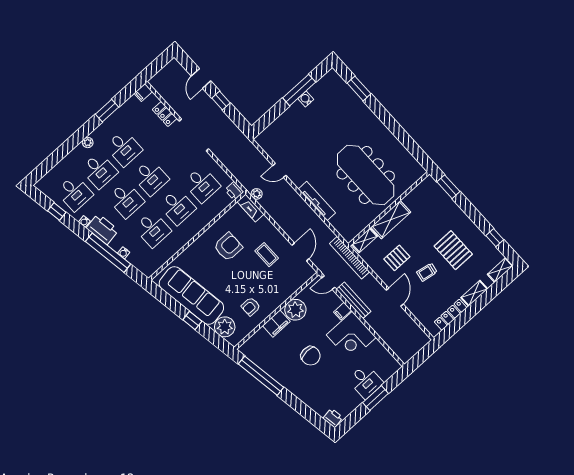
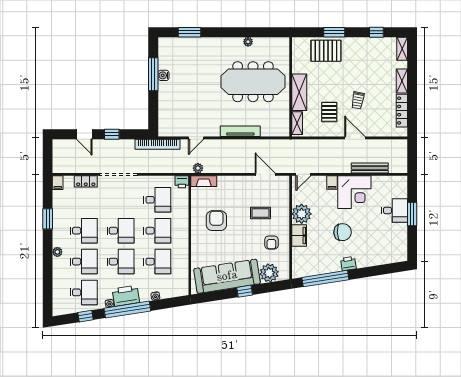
plant: (394, 142) -> (248, 42), added
window: (448, 187) -> (334, 32), moved
pallet: (453, 250) -> (326, 51), moved
window: (108, 253) -> (127, 310), moved
coffee table: (267, 255) -> (260, 213), moved
bookcase: (350, 258) -> (158, 144), moved
bench: (354, 300) -> (370, 168), moved
printer: (333, 418) -> (348, 264), moved

